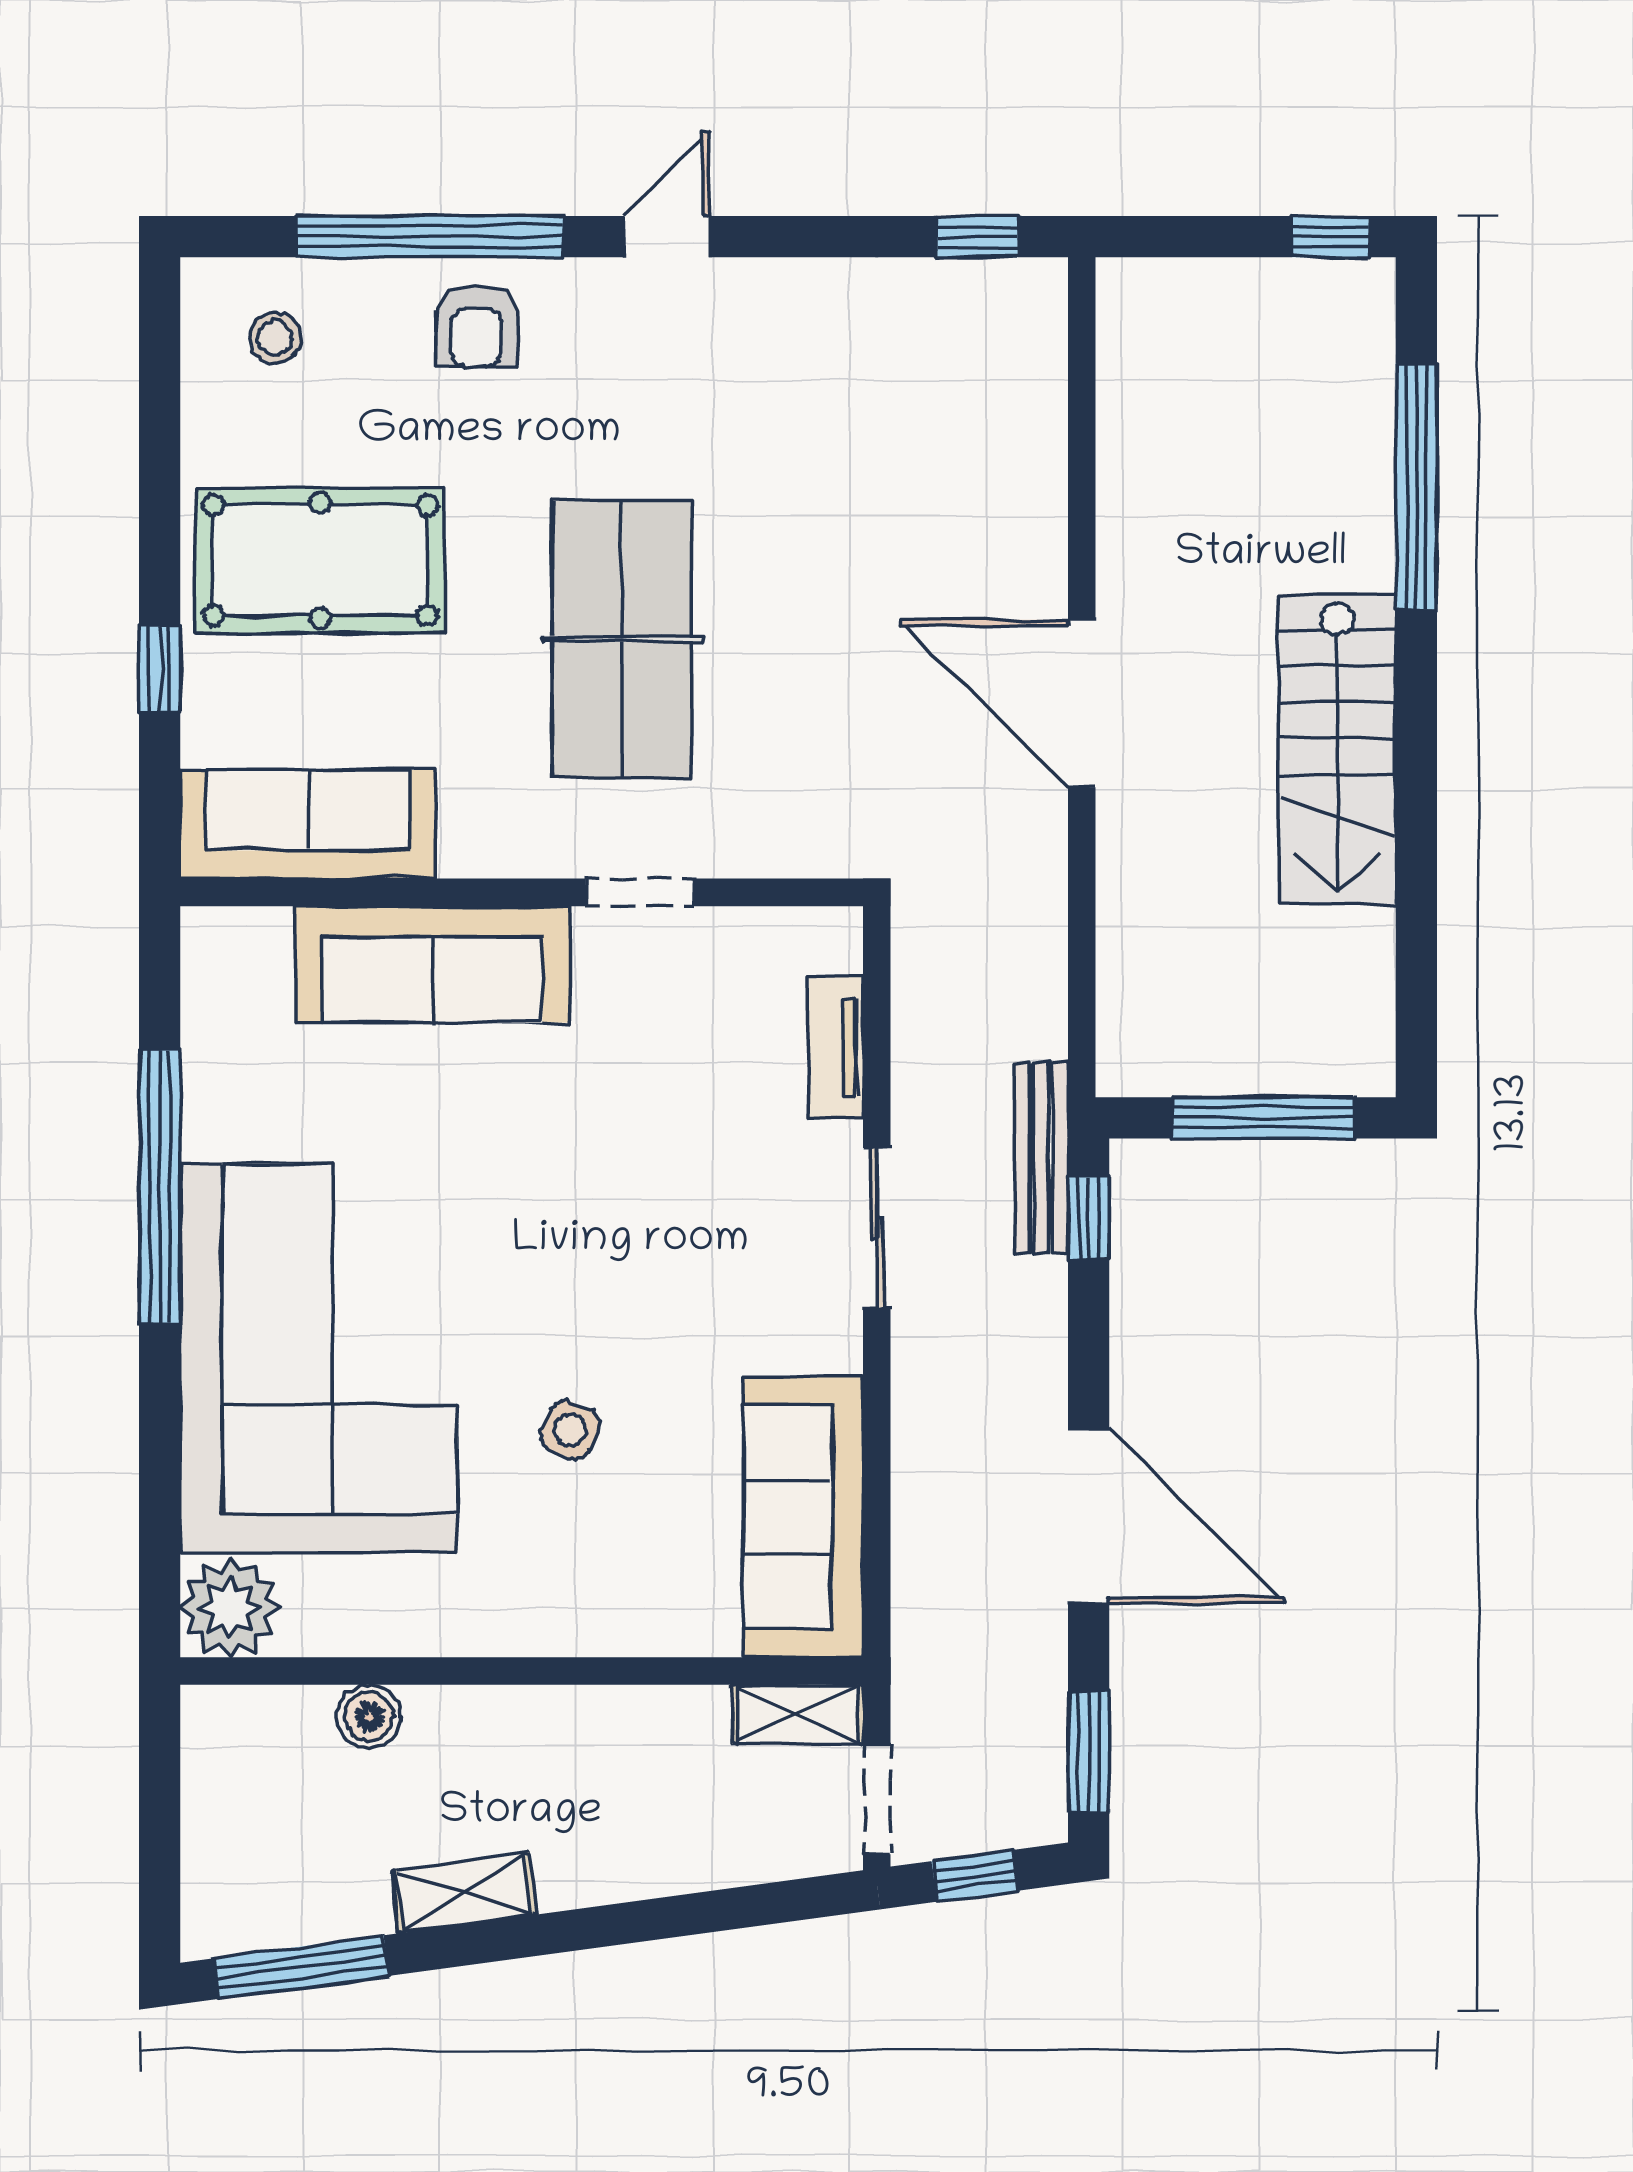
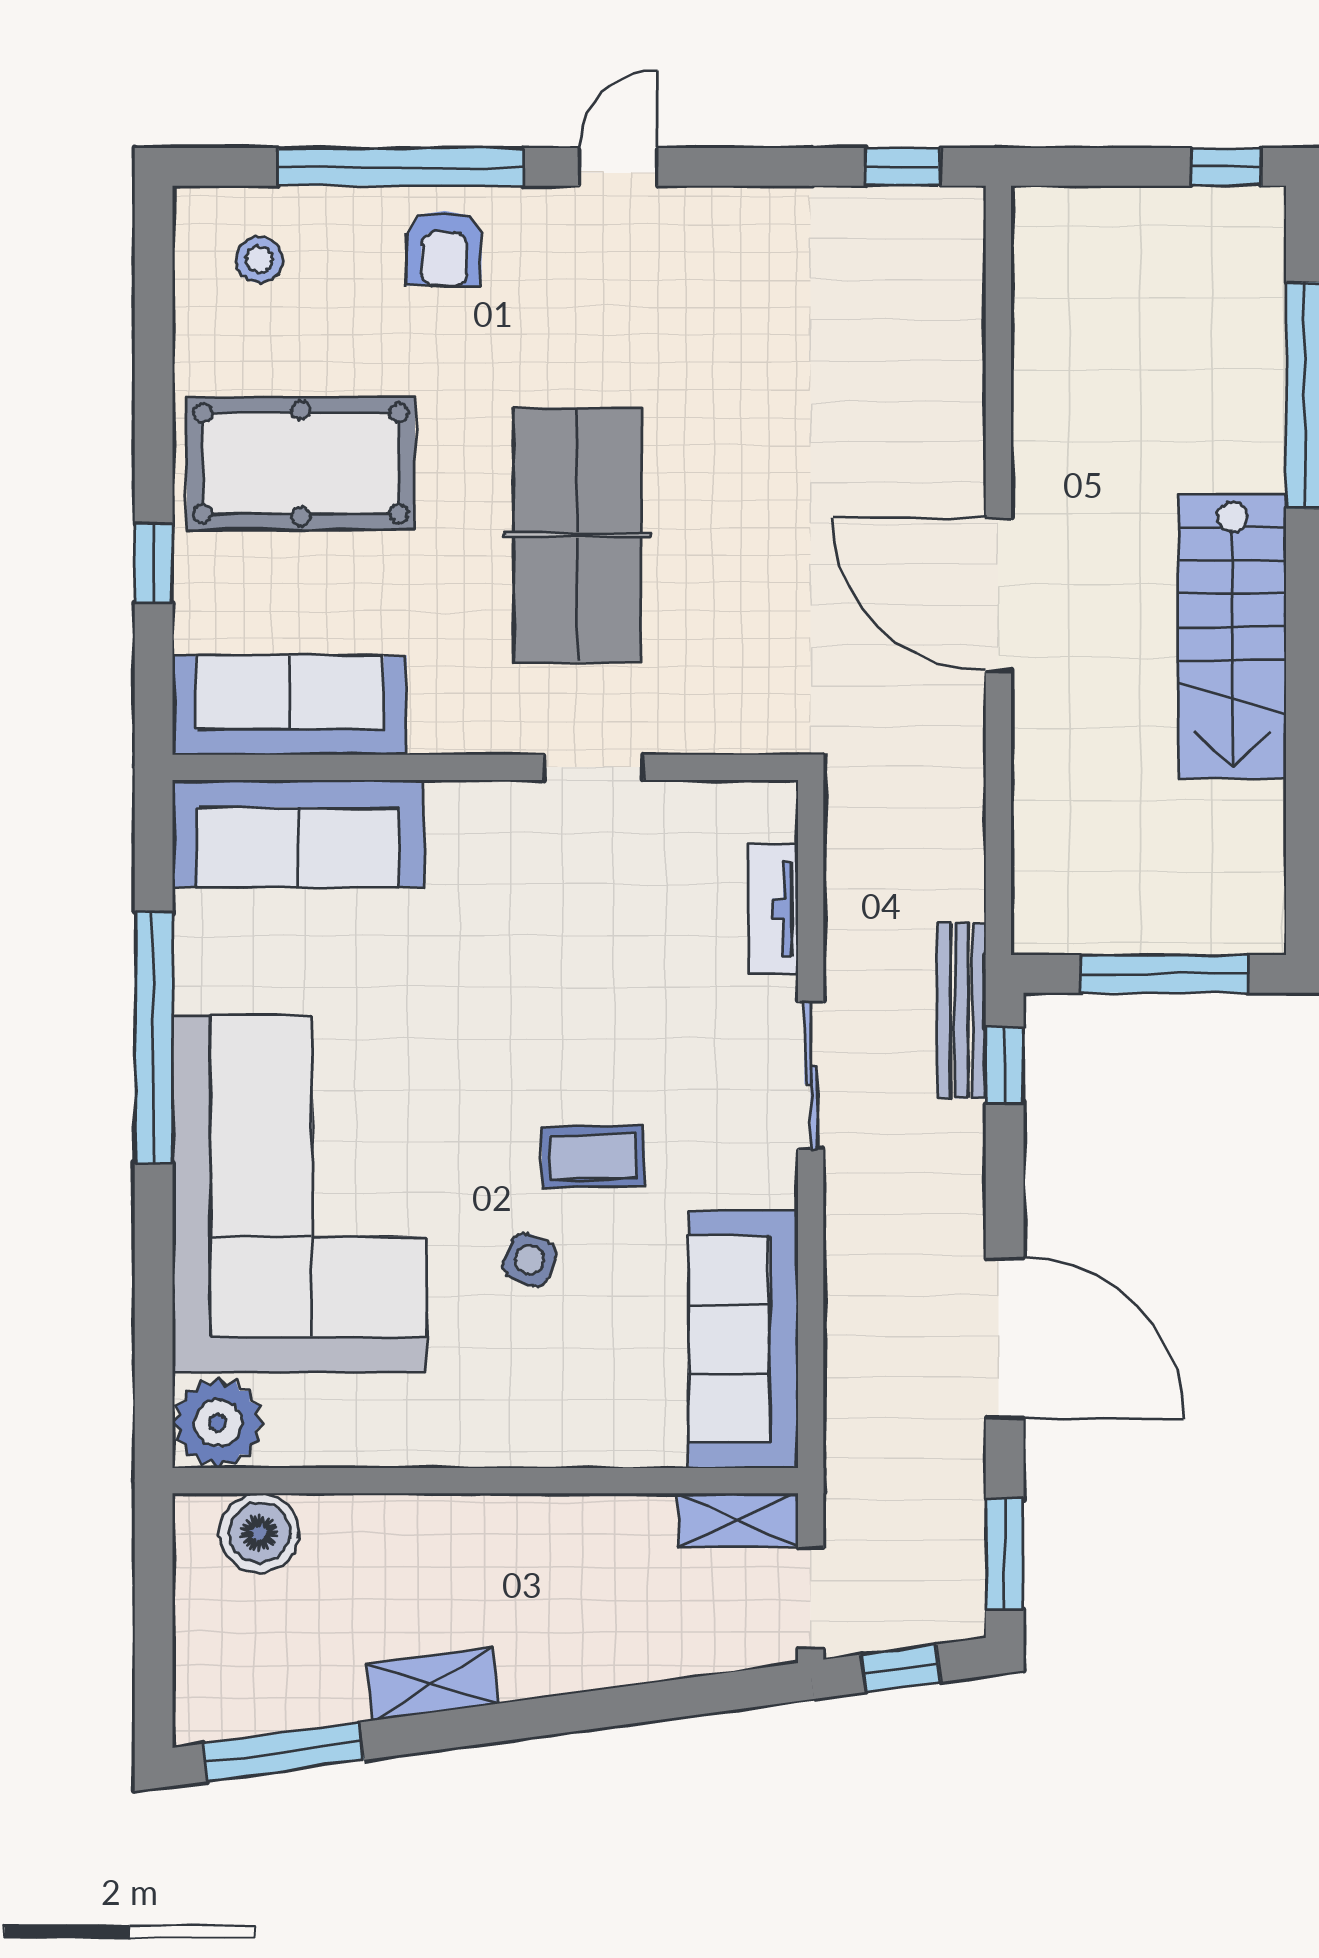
sofa: (432, 964) -> (298, 833), moved
coffee table: (639, 1317) -> (593, 1157), added
boiler: (369, 1717) -> (259, 1533), moved, width x1.36, depth x1.36

